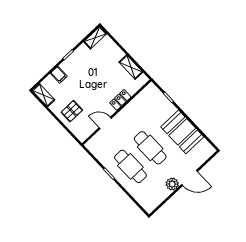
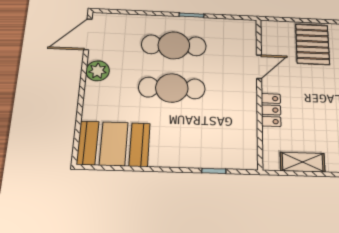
pallet: (72, 111) -> (312, 44), width x1.50, depth x1.42
booth: (182, 132) -> (114, 144), moved
door: (189, 178) -> (88, 34), moved

